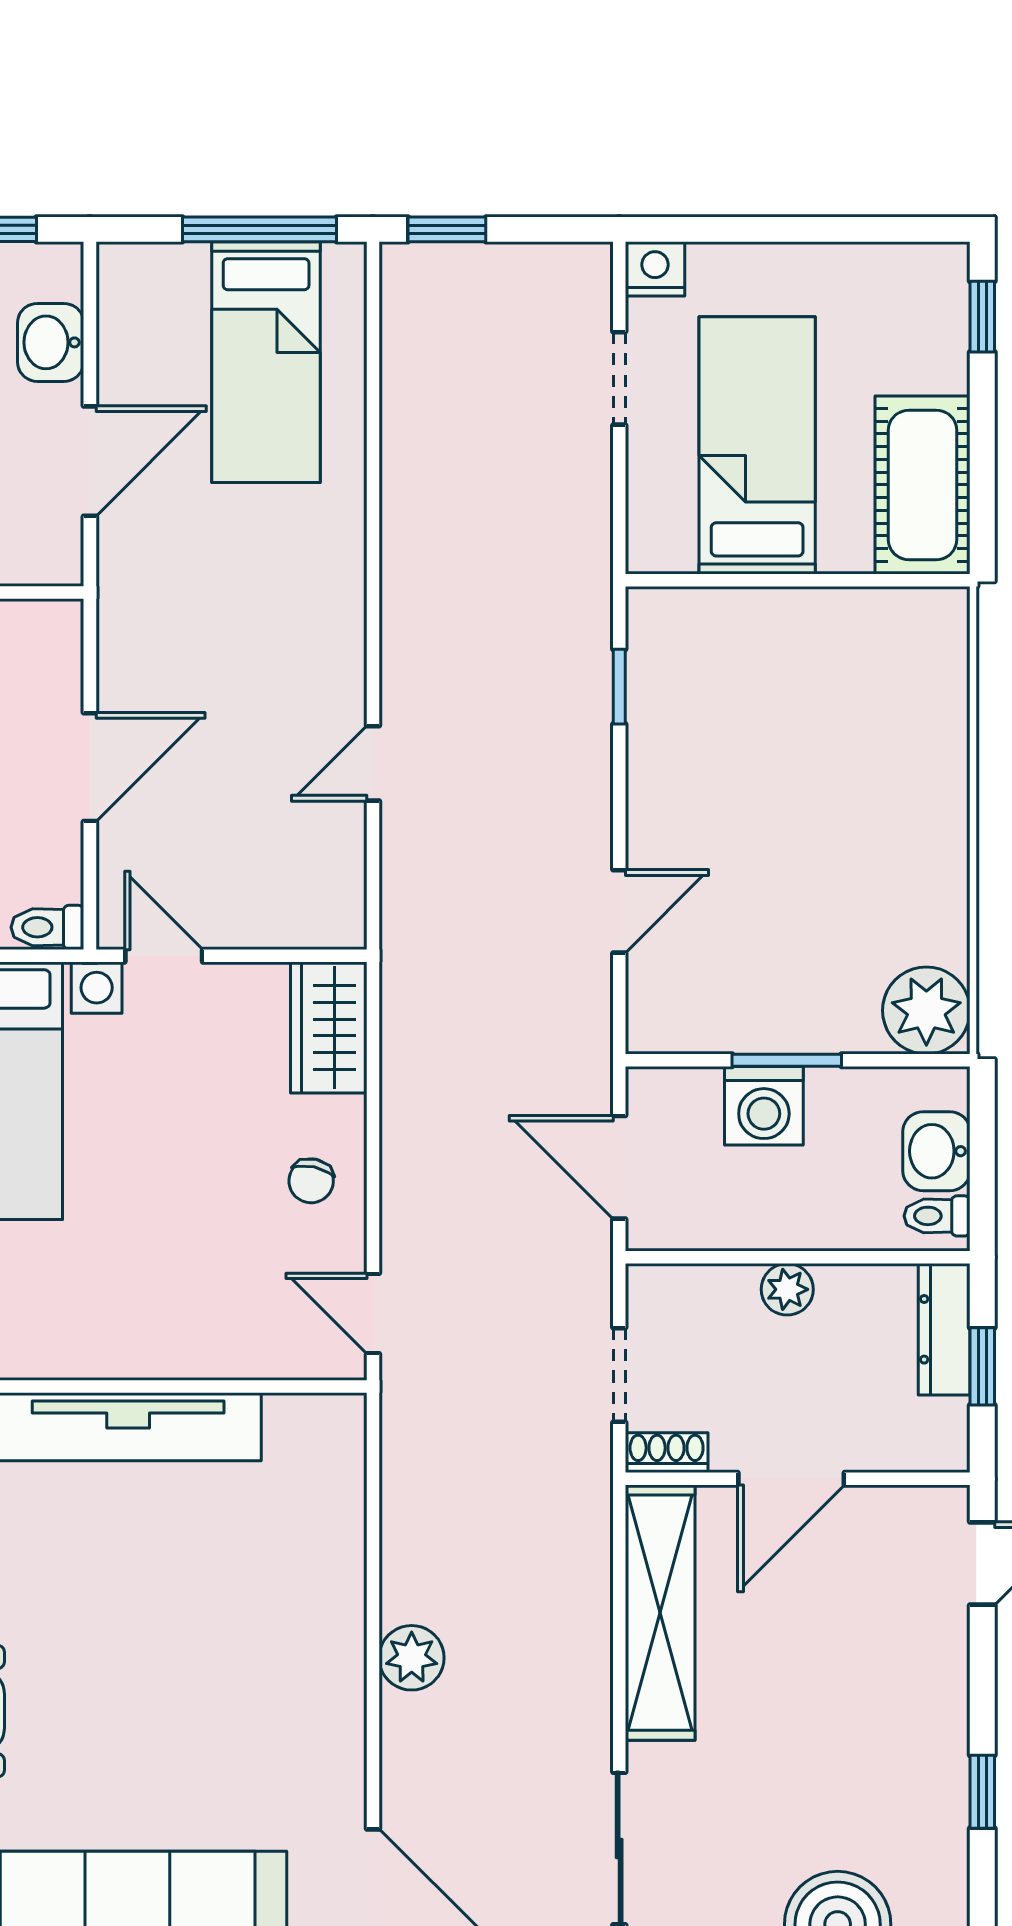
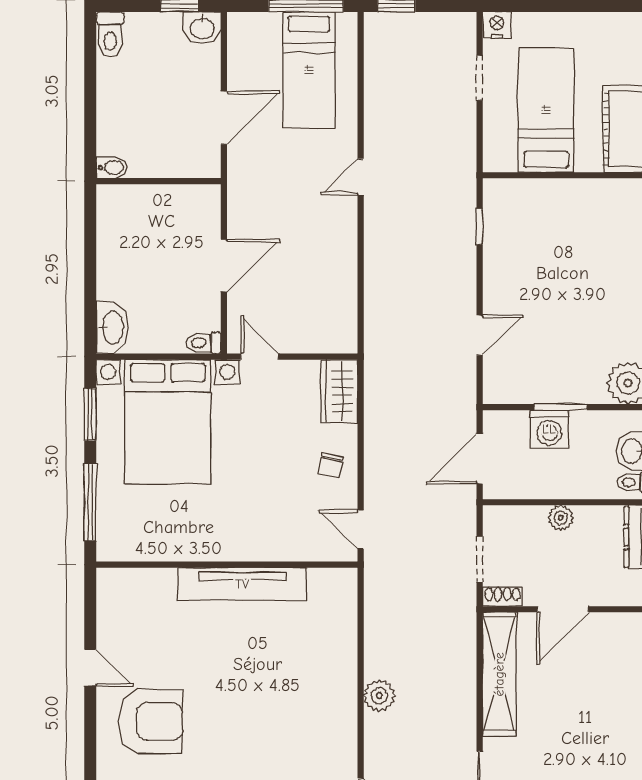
washbasin: (51, 342) -> (202, 28), moved, turned -90
door: (373, 763) -> (361, 177), moved
door: (619, 1167) -> (480, 459), hinge flipped

